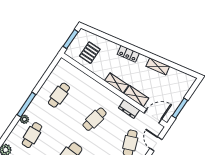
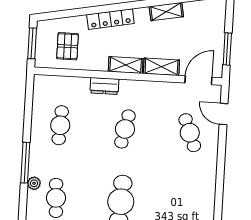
locker: (128, 54) -> (110, 19), width x1.53
dresser: (129, 109) -> (104, 86), moved

